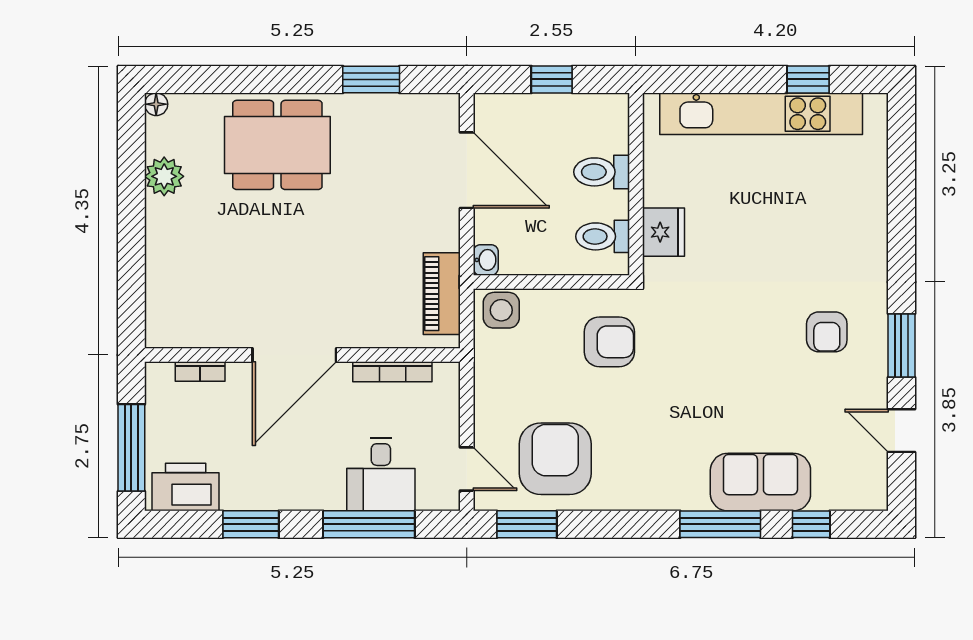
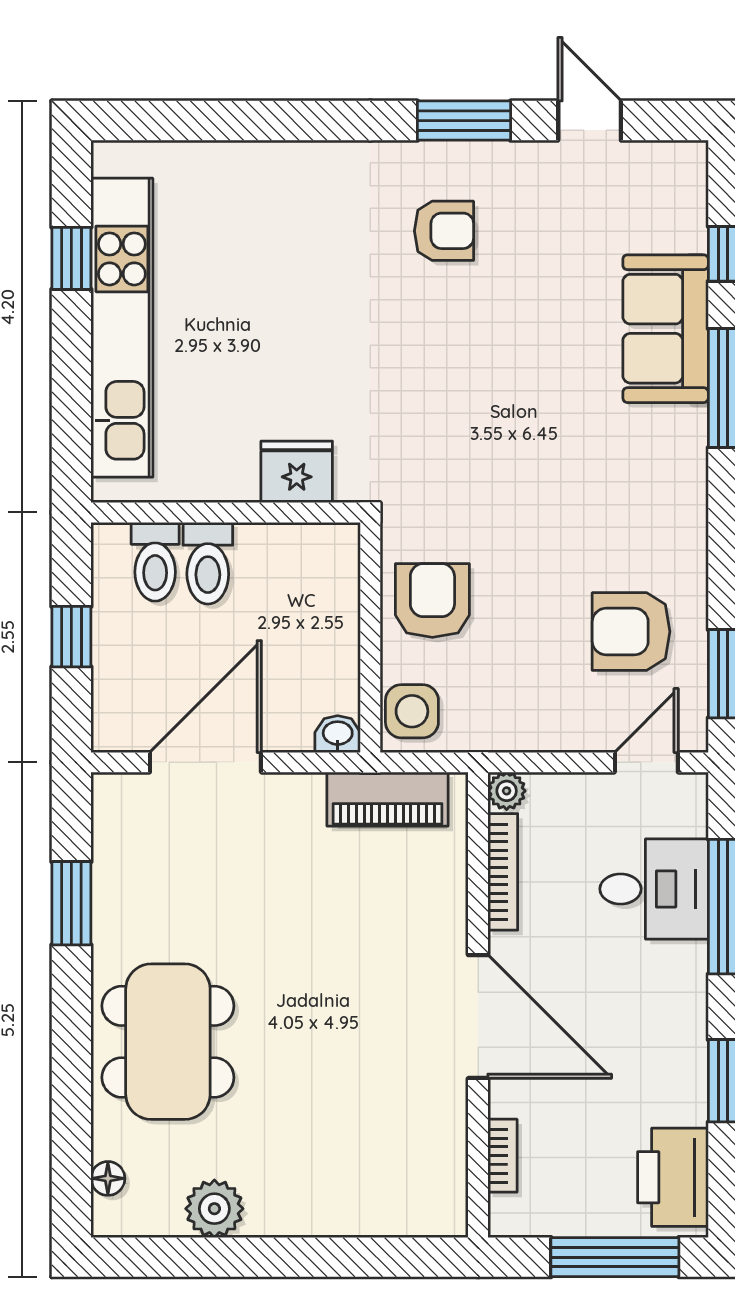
floor lamp: (156, 104) -> (108, 1178), moved
toilet: (603, 236) -> (155, 562), moved
armchair: (609, 342) -> (432, 600), moved
plant: (447, 374) -> (507, 791), added
door: (901, 431) -> (590, 121), swing flipped
armchair: (555, 459) -> (631, 632), width x0.73, depth x0.73

